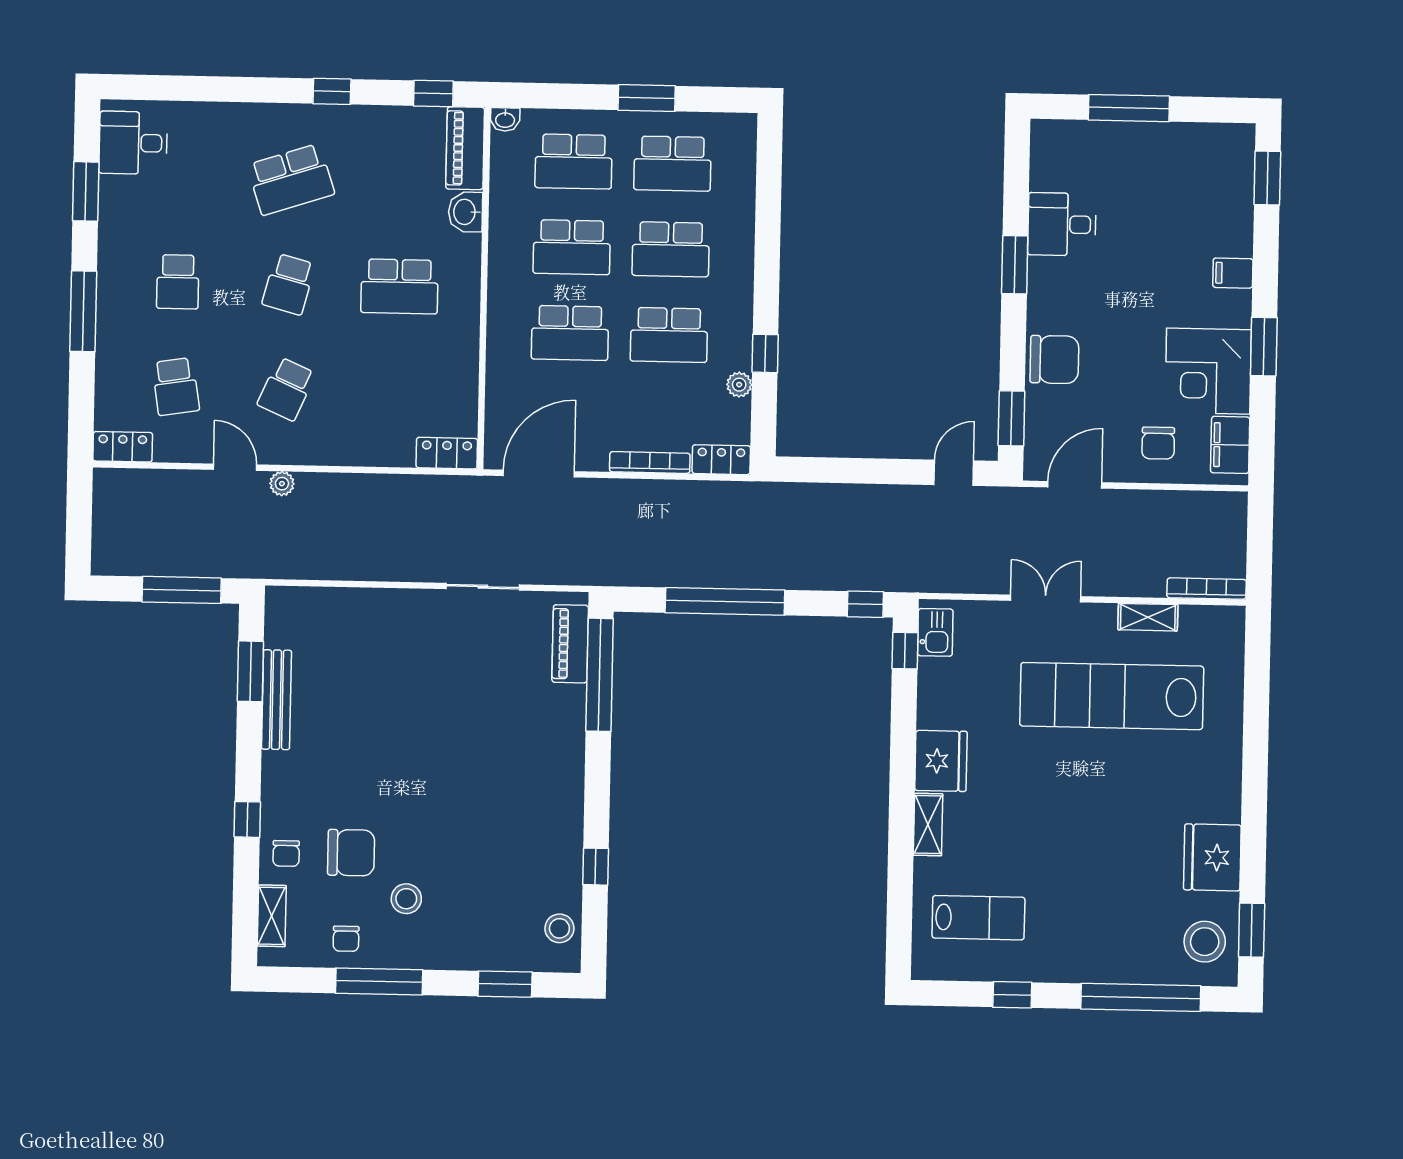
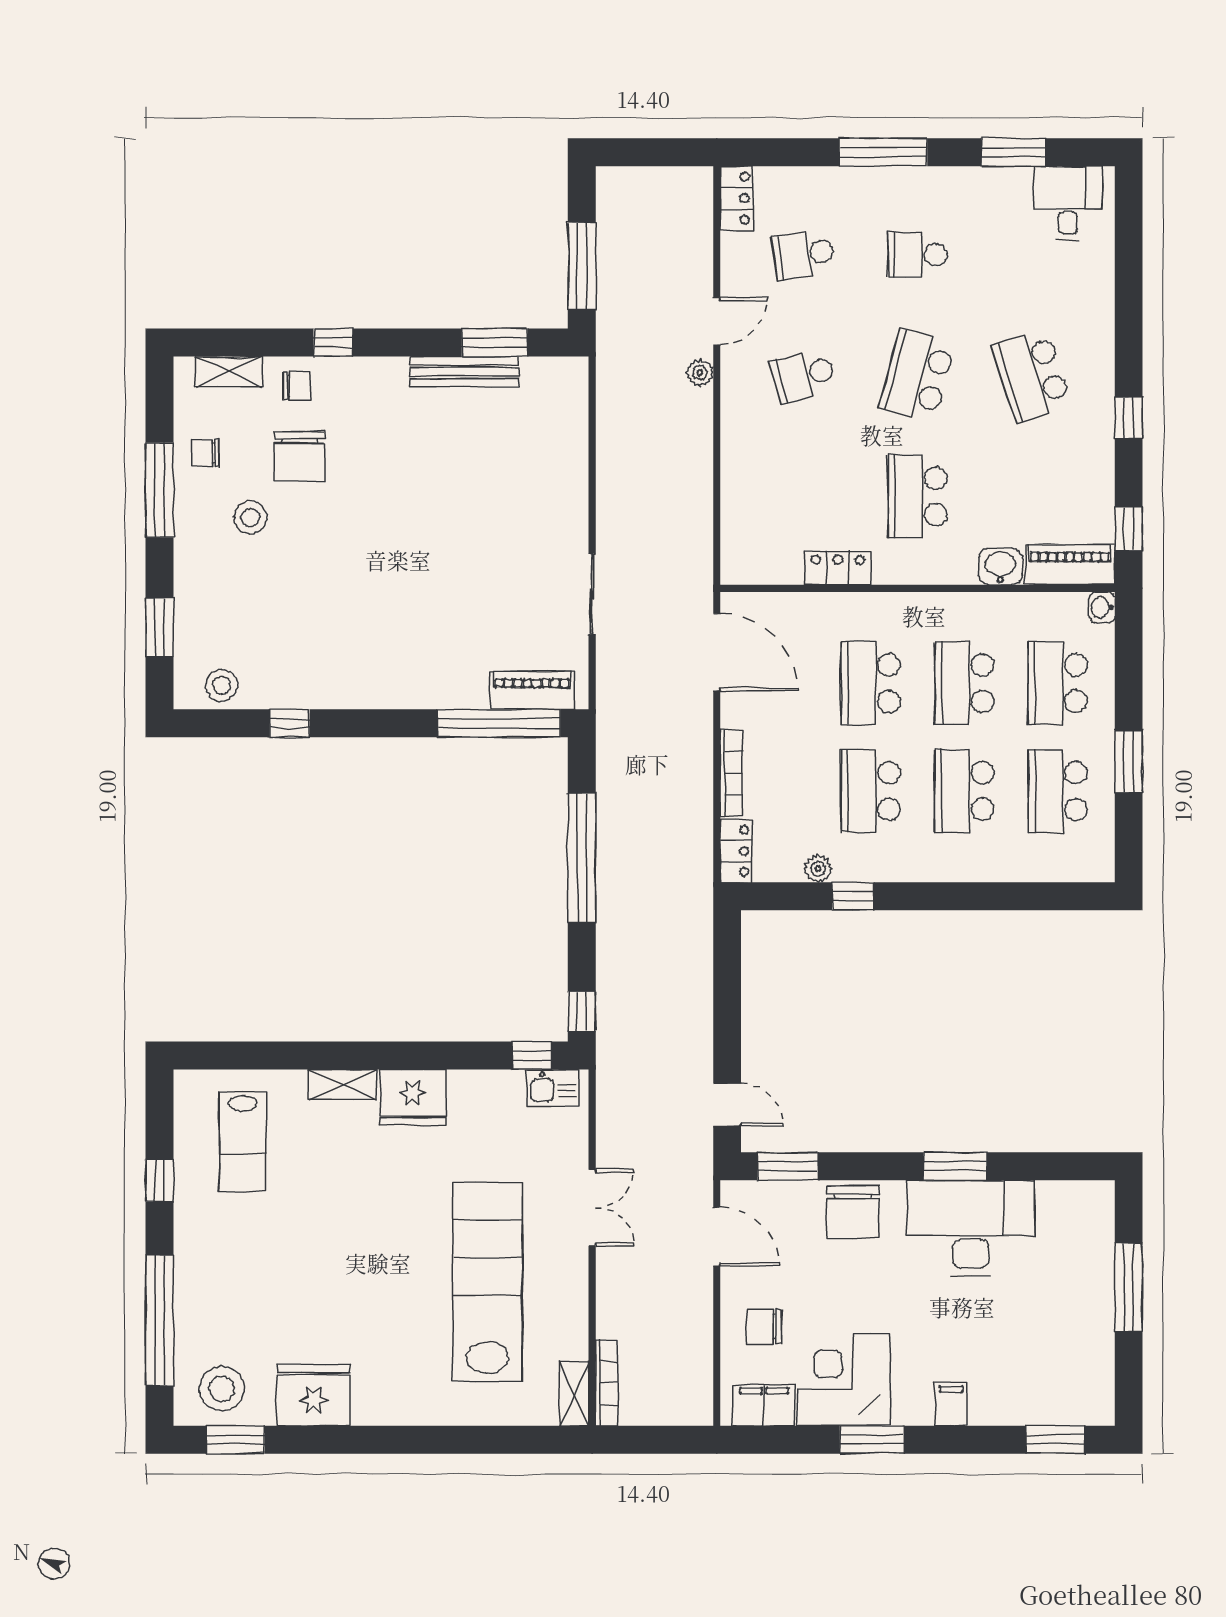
desk: (1062, 224) -> (971, 1228), width x1.87, depth x1.30
school desk: (289, 284) -> (917, 375), width x1.85
school desk: (286, 389) -> (803, 375), turned -39
locker: (447, 453) -> (838, 568), moved, turned -90
shelving: (1148, 617) -> (574, 1394), moved
chair: (286, 853) -> (297, 386), turned 180

